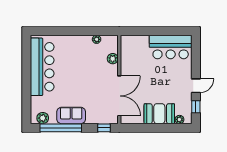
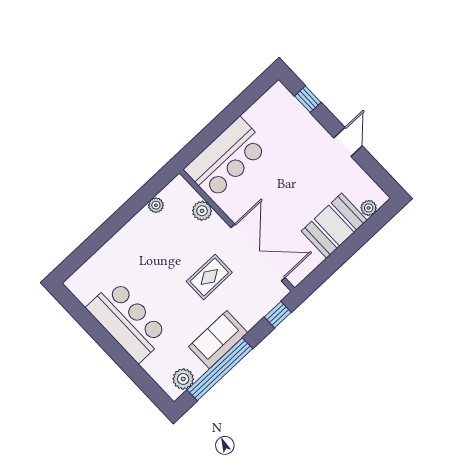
bar counter: (171, 47) -> (226, 158), moved
bar counter: (42, 67) -> (127, 321), width x0.73
rug: (91, 87) -> (209, 277), added
window: (196, 107) -> (308, 99), moved

